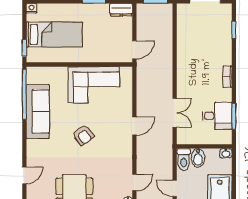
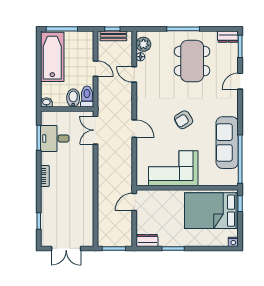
bed: (54, 34) -> (211, 211), width x1.50
double door: (175, 113) -> (96, 130), moved
door: (134, 126) -> (134, 129), swing flipped
armchair: (83, 135) -> (184, 120), turned -85
door: (134, 182) -> (134, 74), hinge flipped

